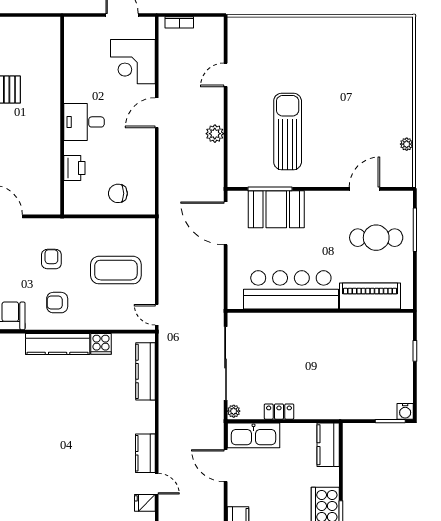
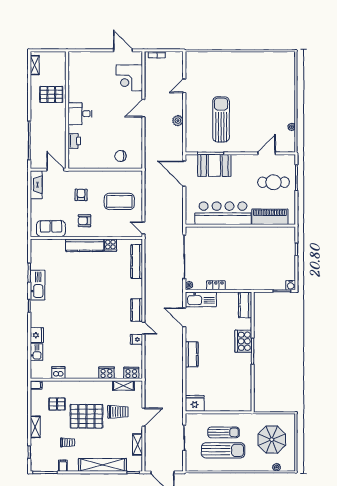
wall: (62, 116) -> (67, 110), moved
desk: (84, 122) -> (80, 114), moved
printer: (74, 168) -> (74, 141), moved

